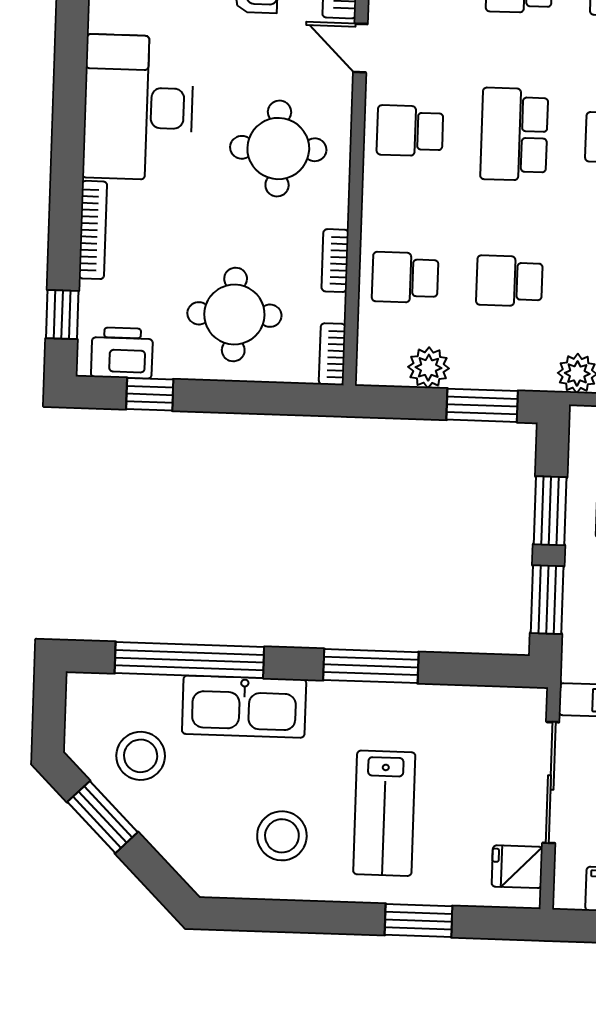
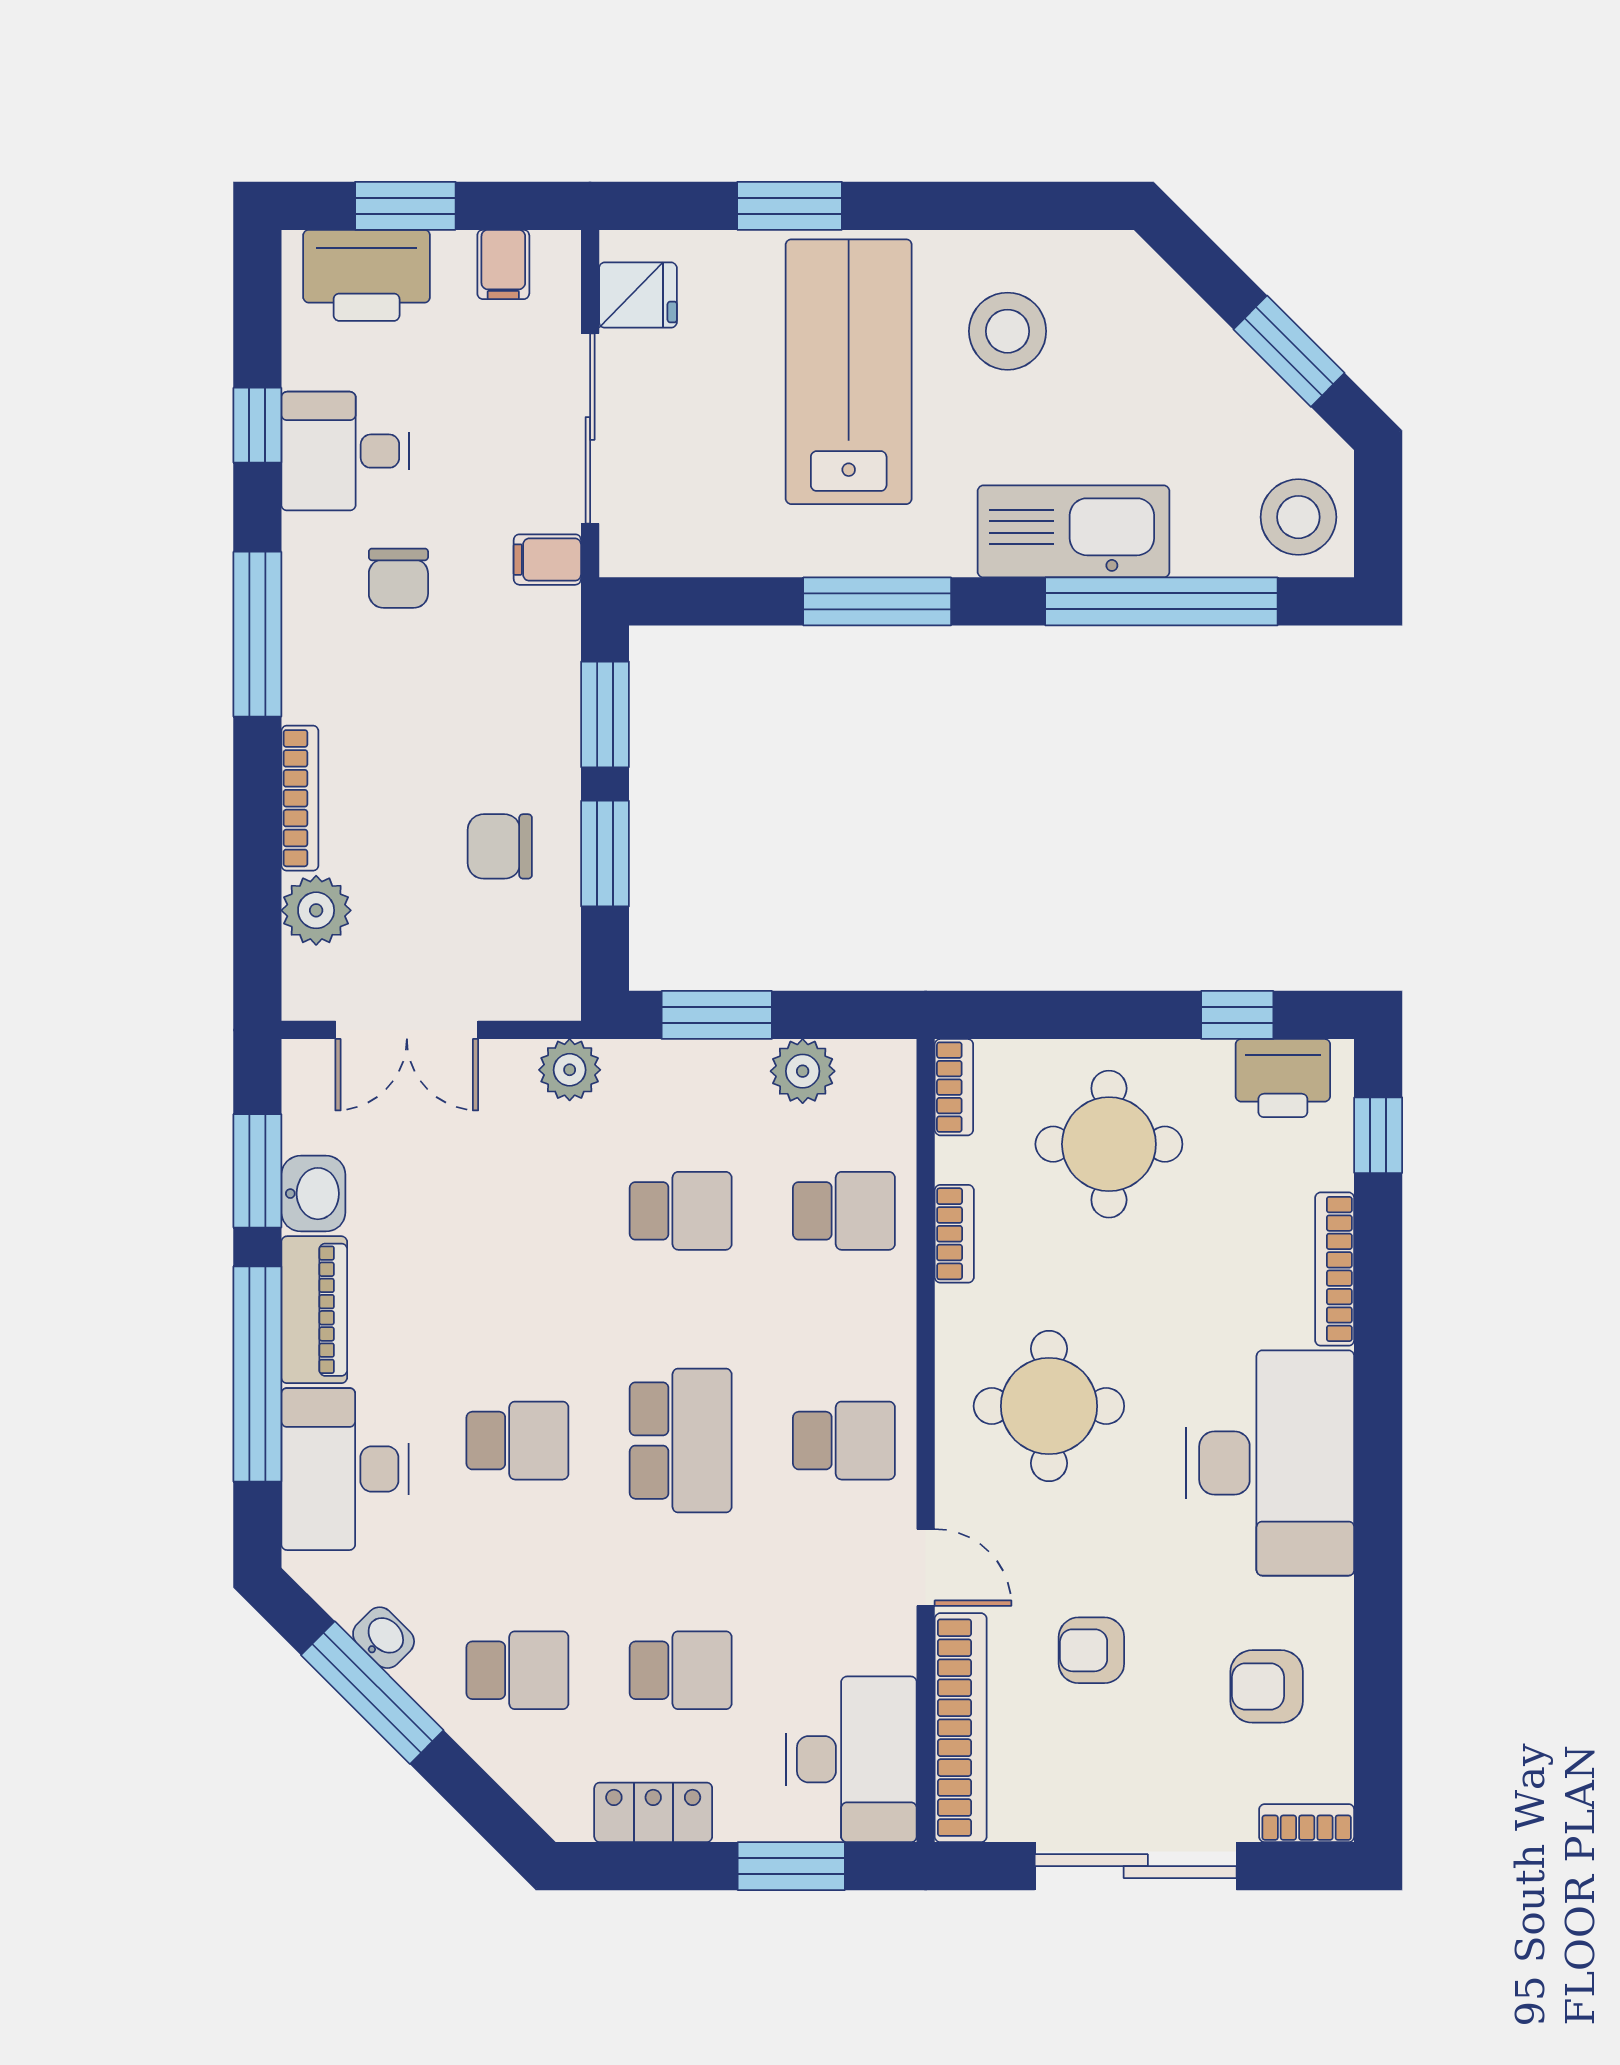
stool: (141, 756) -> (1298, 517), moved
lab bench: (384, 813) -> (849, 372), width x1.36, depth x1.39

